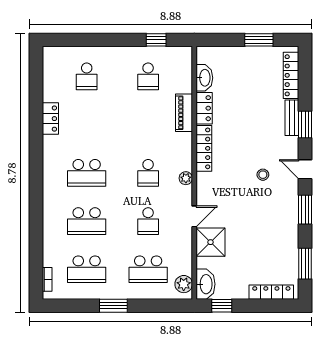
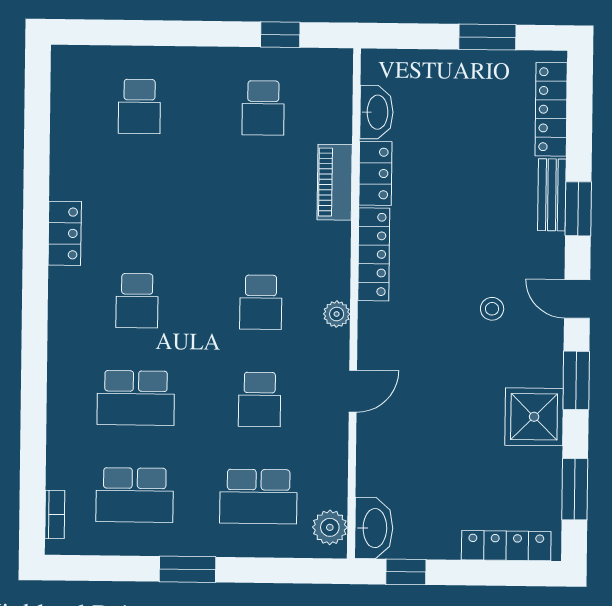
locker: (50, 119) -> (65, 233), moved
school desk: (87, 173) -> (137, 301), width x0.54
shower: (211, 242) -> (534, 417), moved

